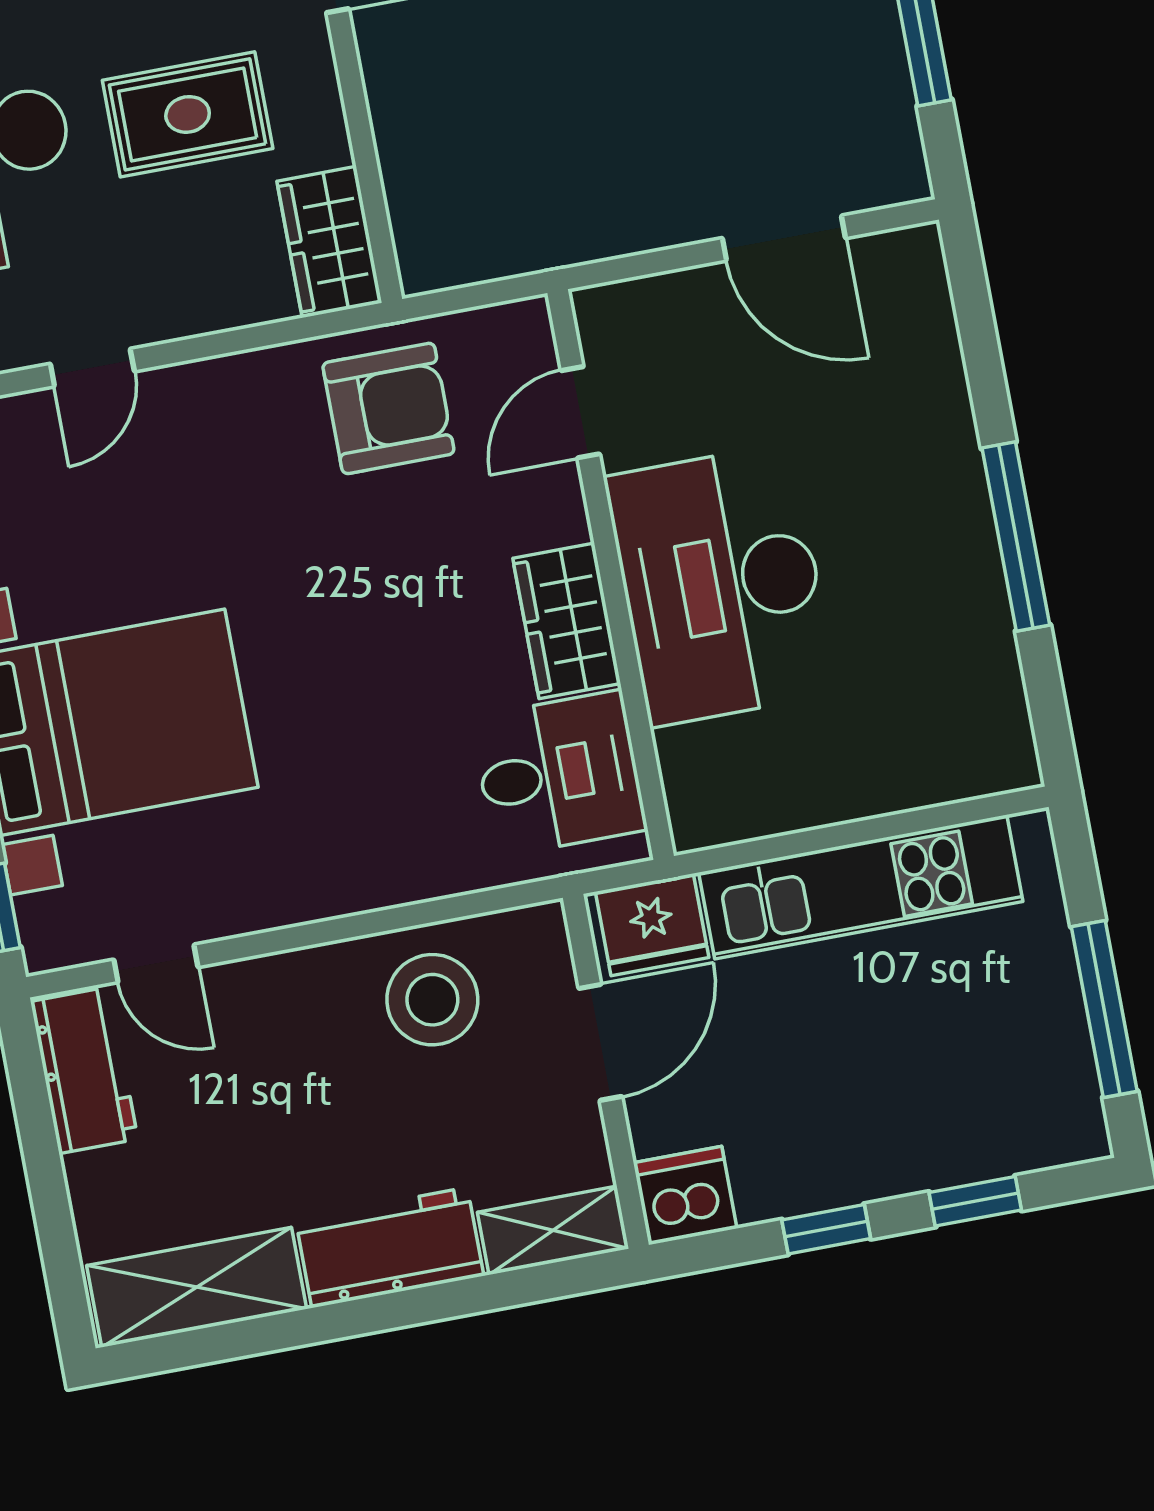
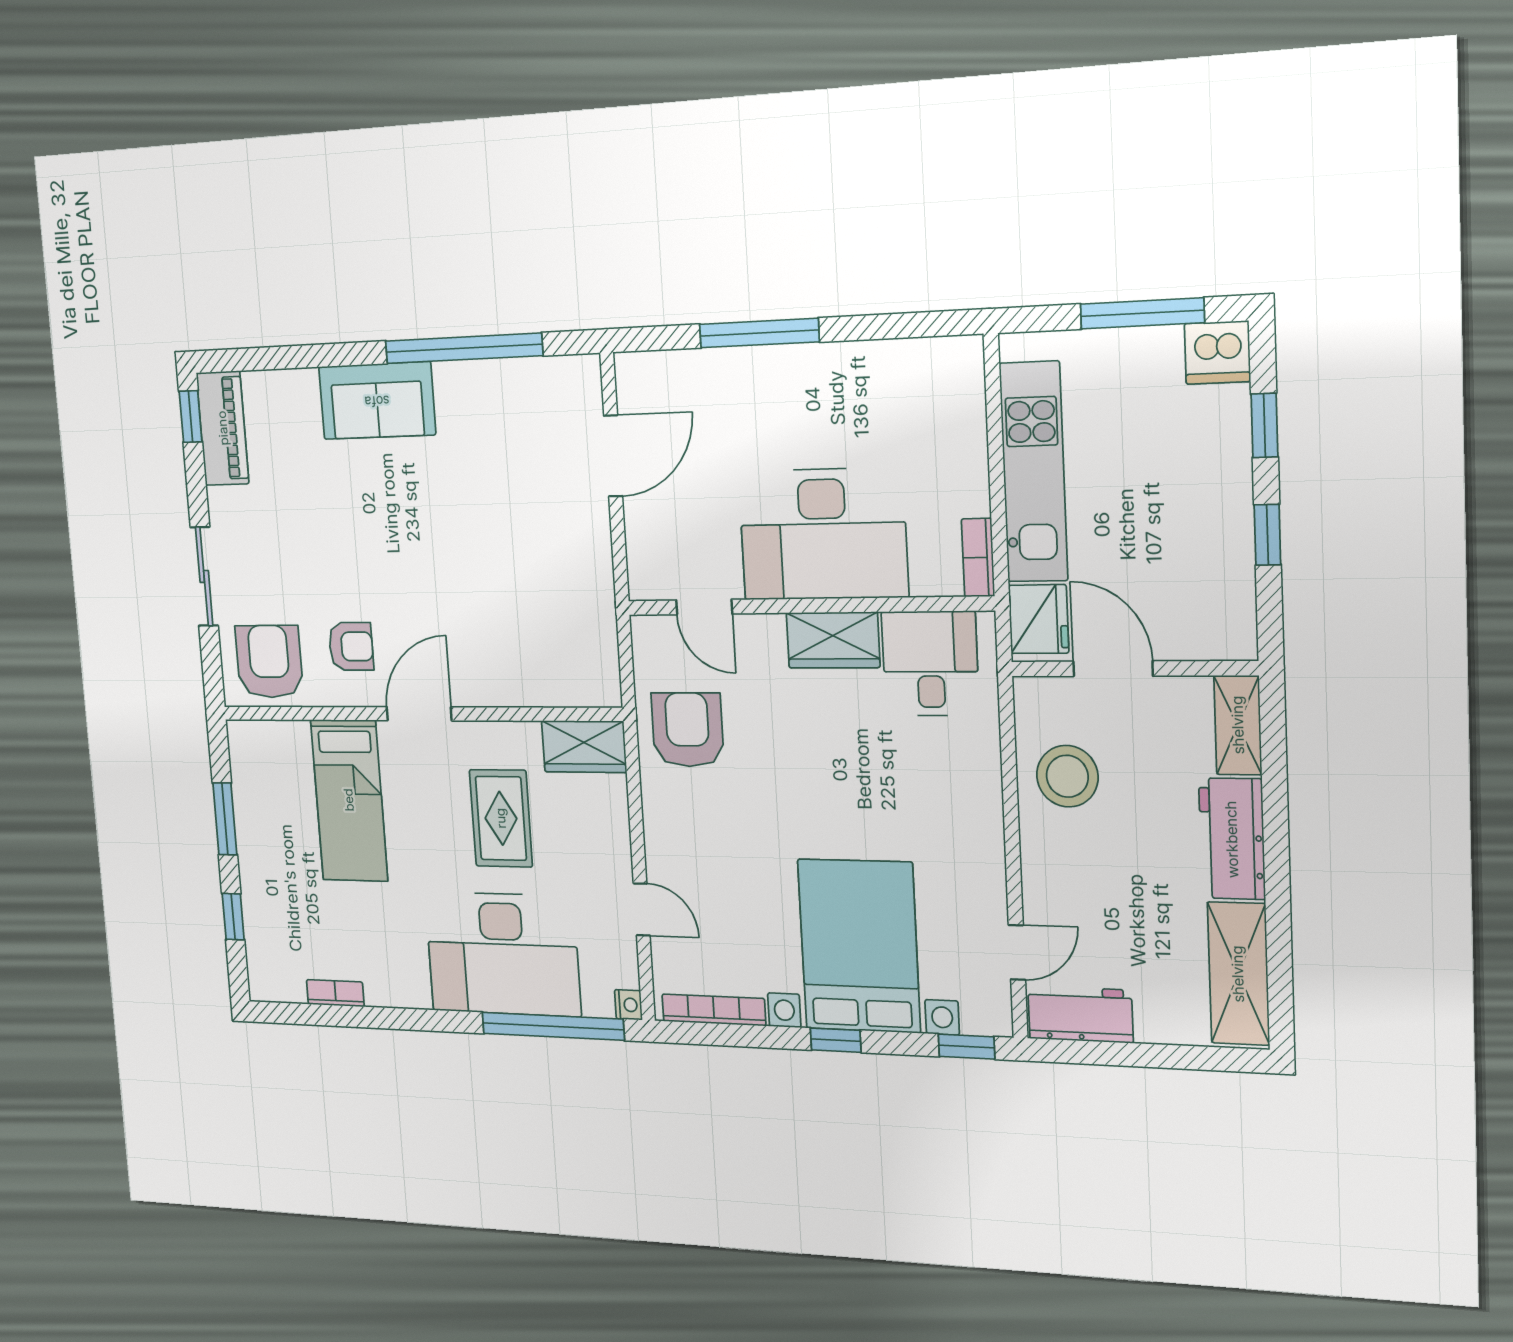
window: (1016, 537) -> (759, 333), moved
bookcase: (725, 823) -> (978, 558), added
dishwasher: (685, 1195) -> (1217, 353), moved, turned -90

